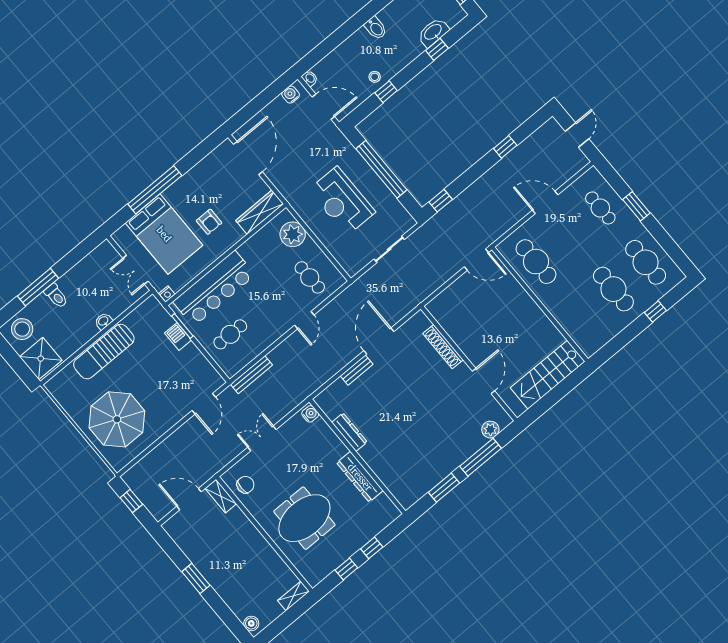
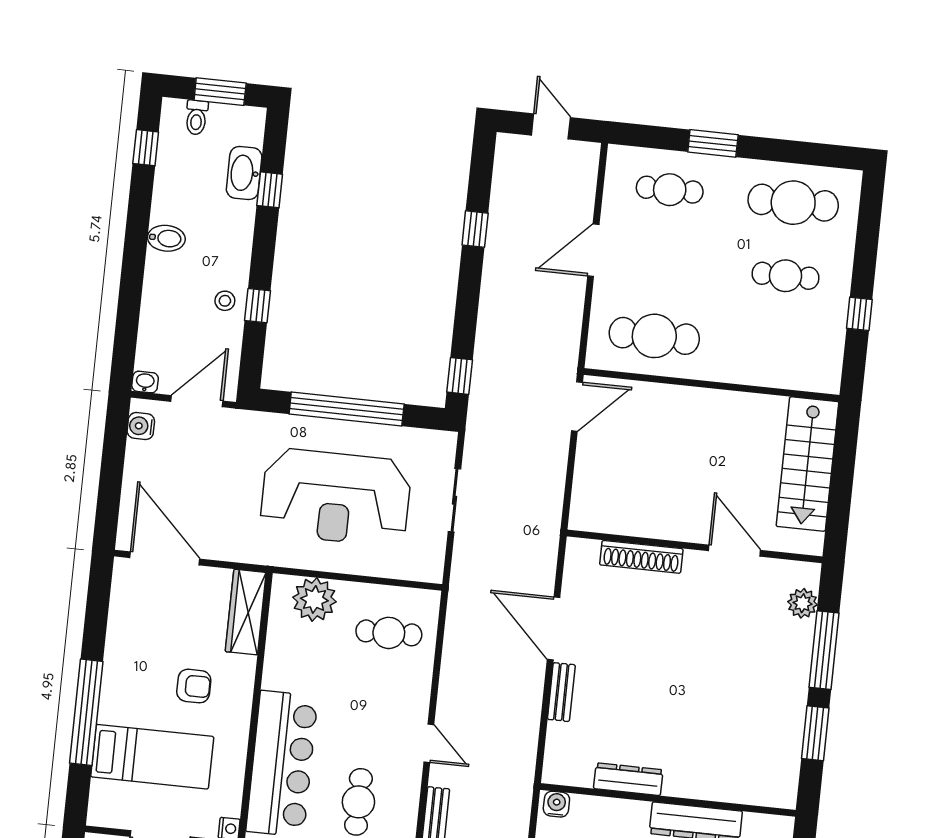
reception desk: (342, 201) -> (336, 497), width x1.36, depth x1.30
bed: (164, 234) -> (152, 757), width x0.67
cafe table: (613, 289) -> (785, 276), width x0.73, depth x0.74
window: (655, 311) -> (859, 314), moved
door: (304, 320) -> (429, 743), moved

